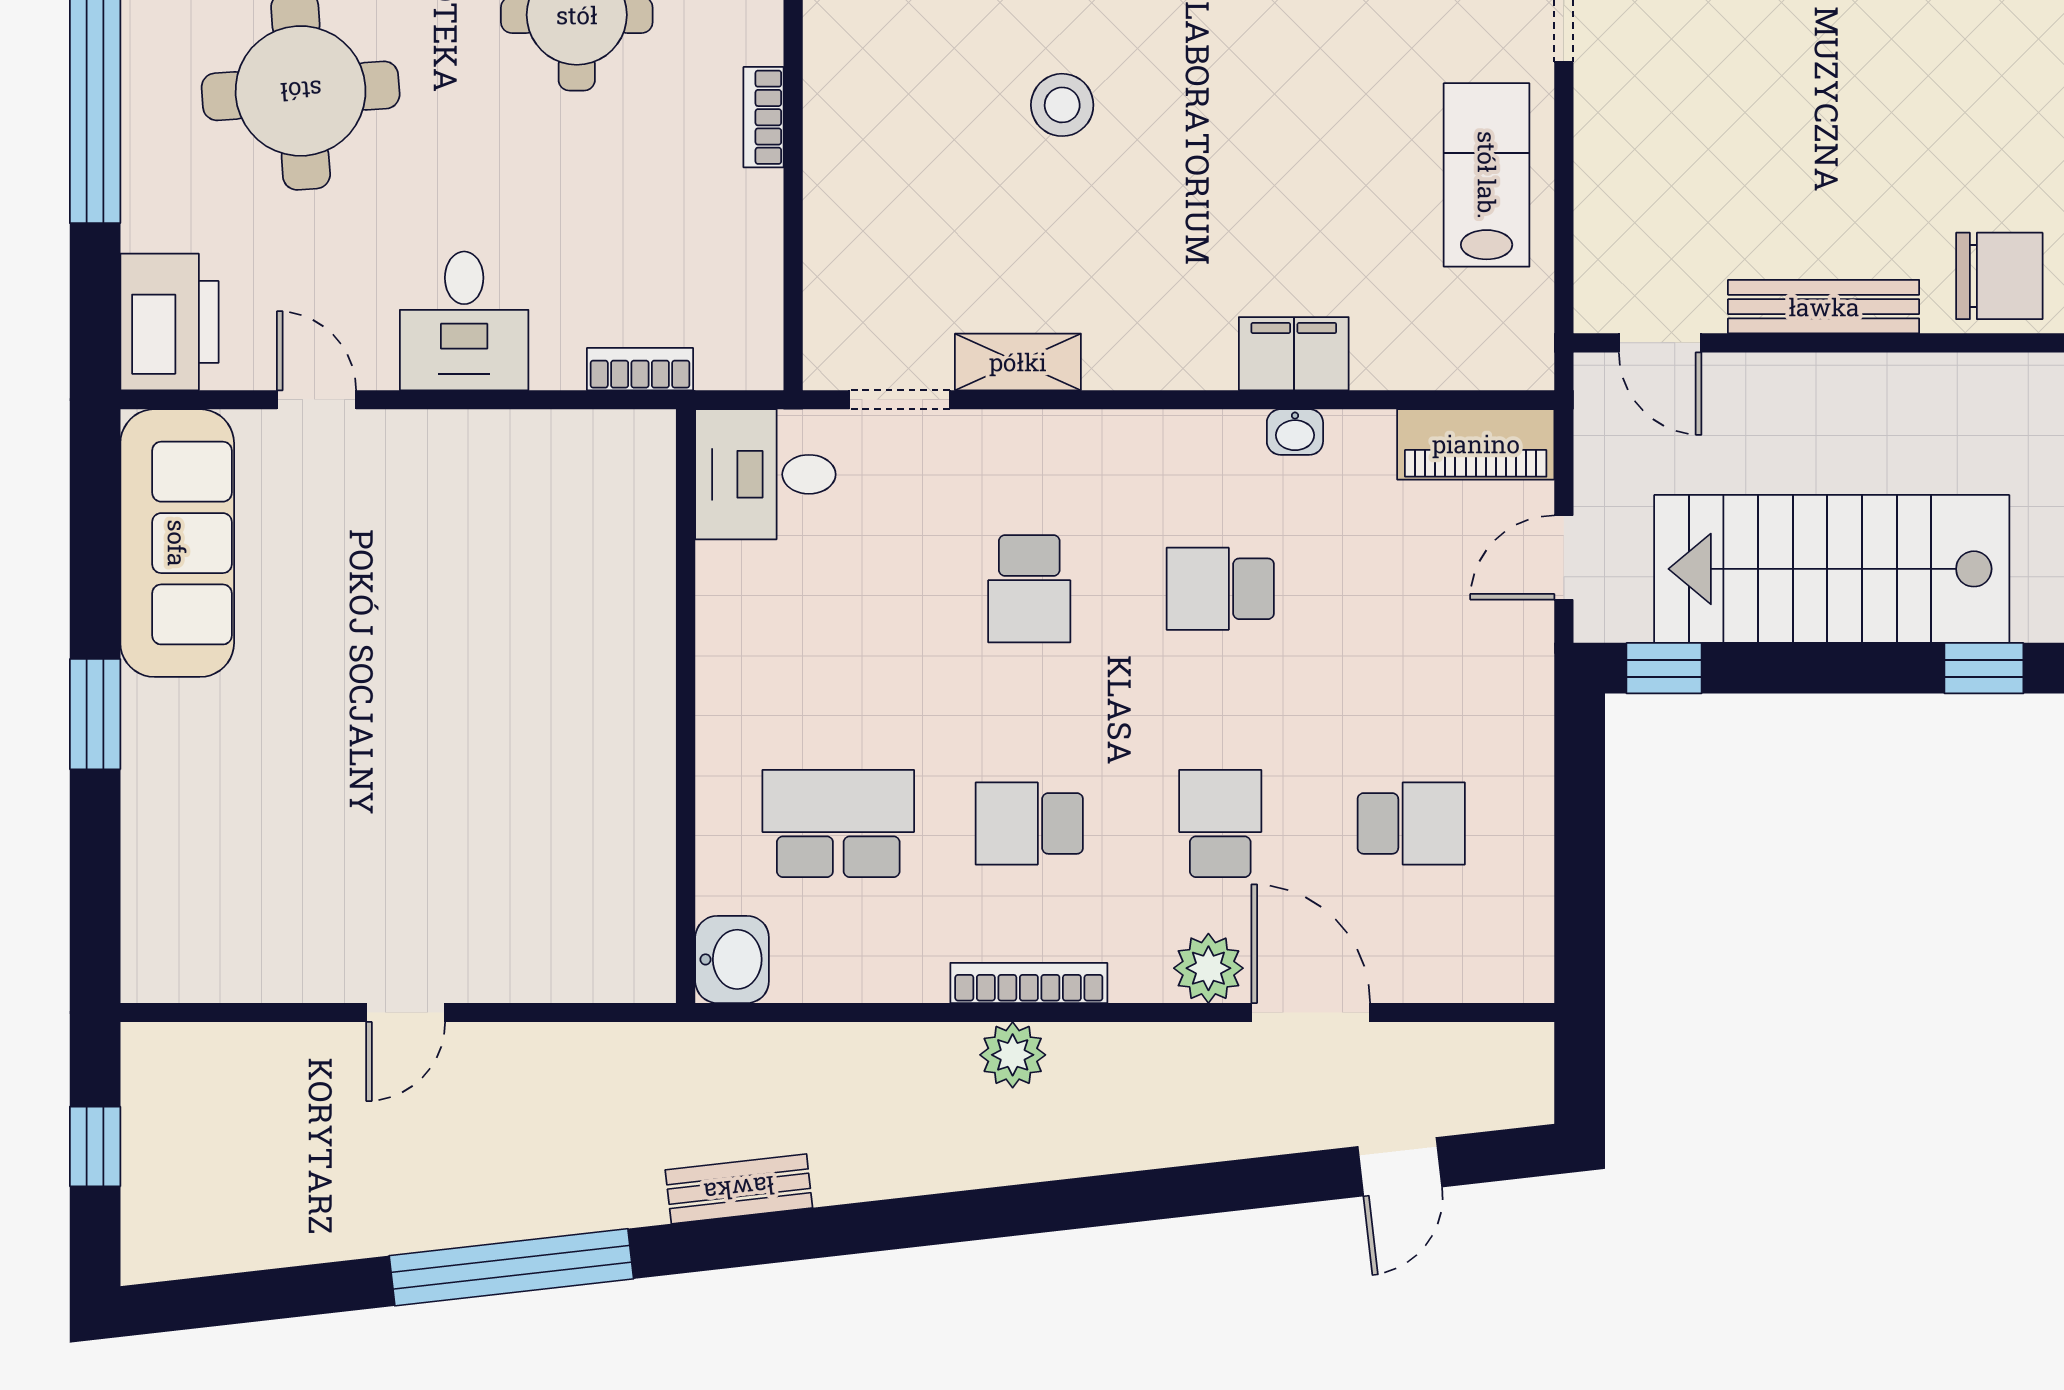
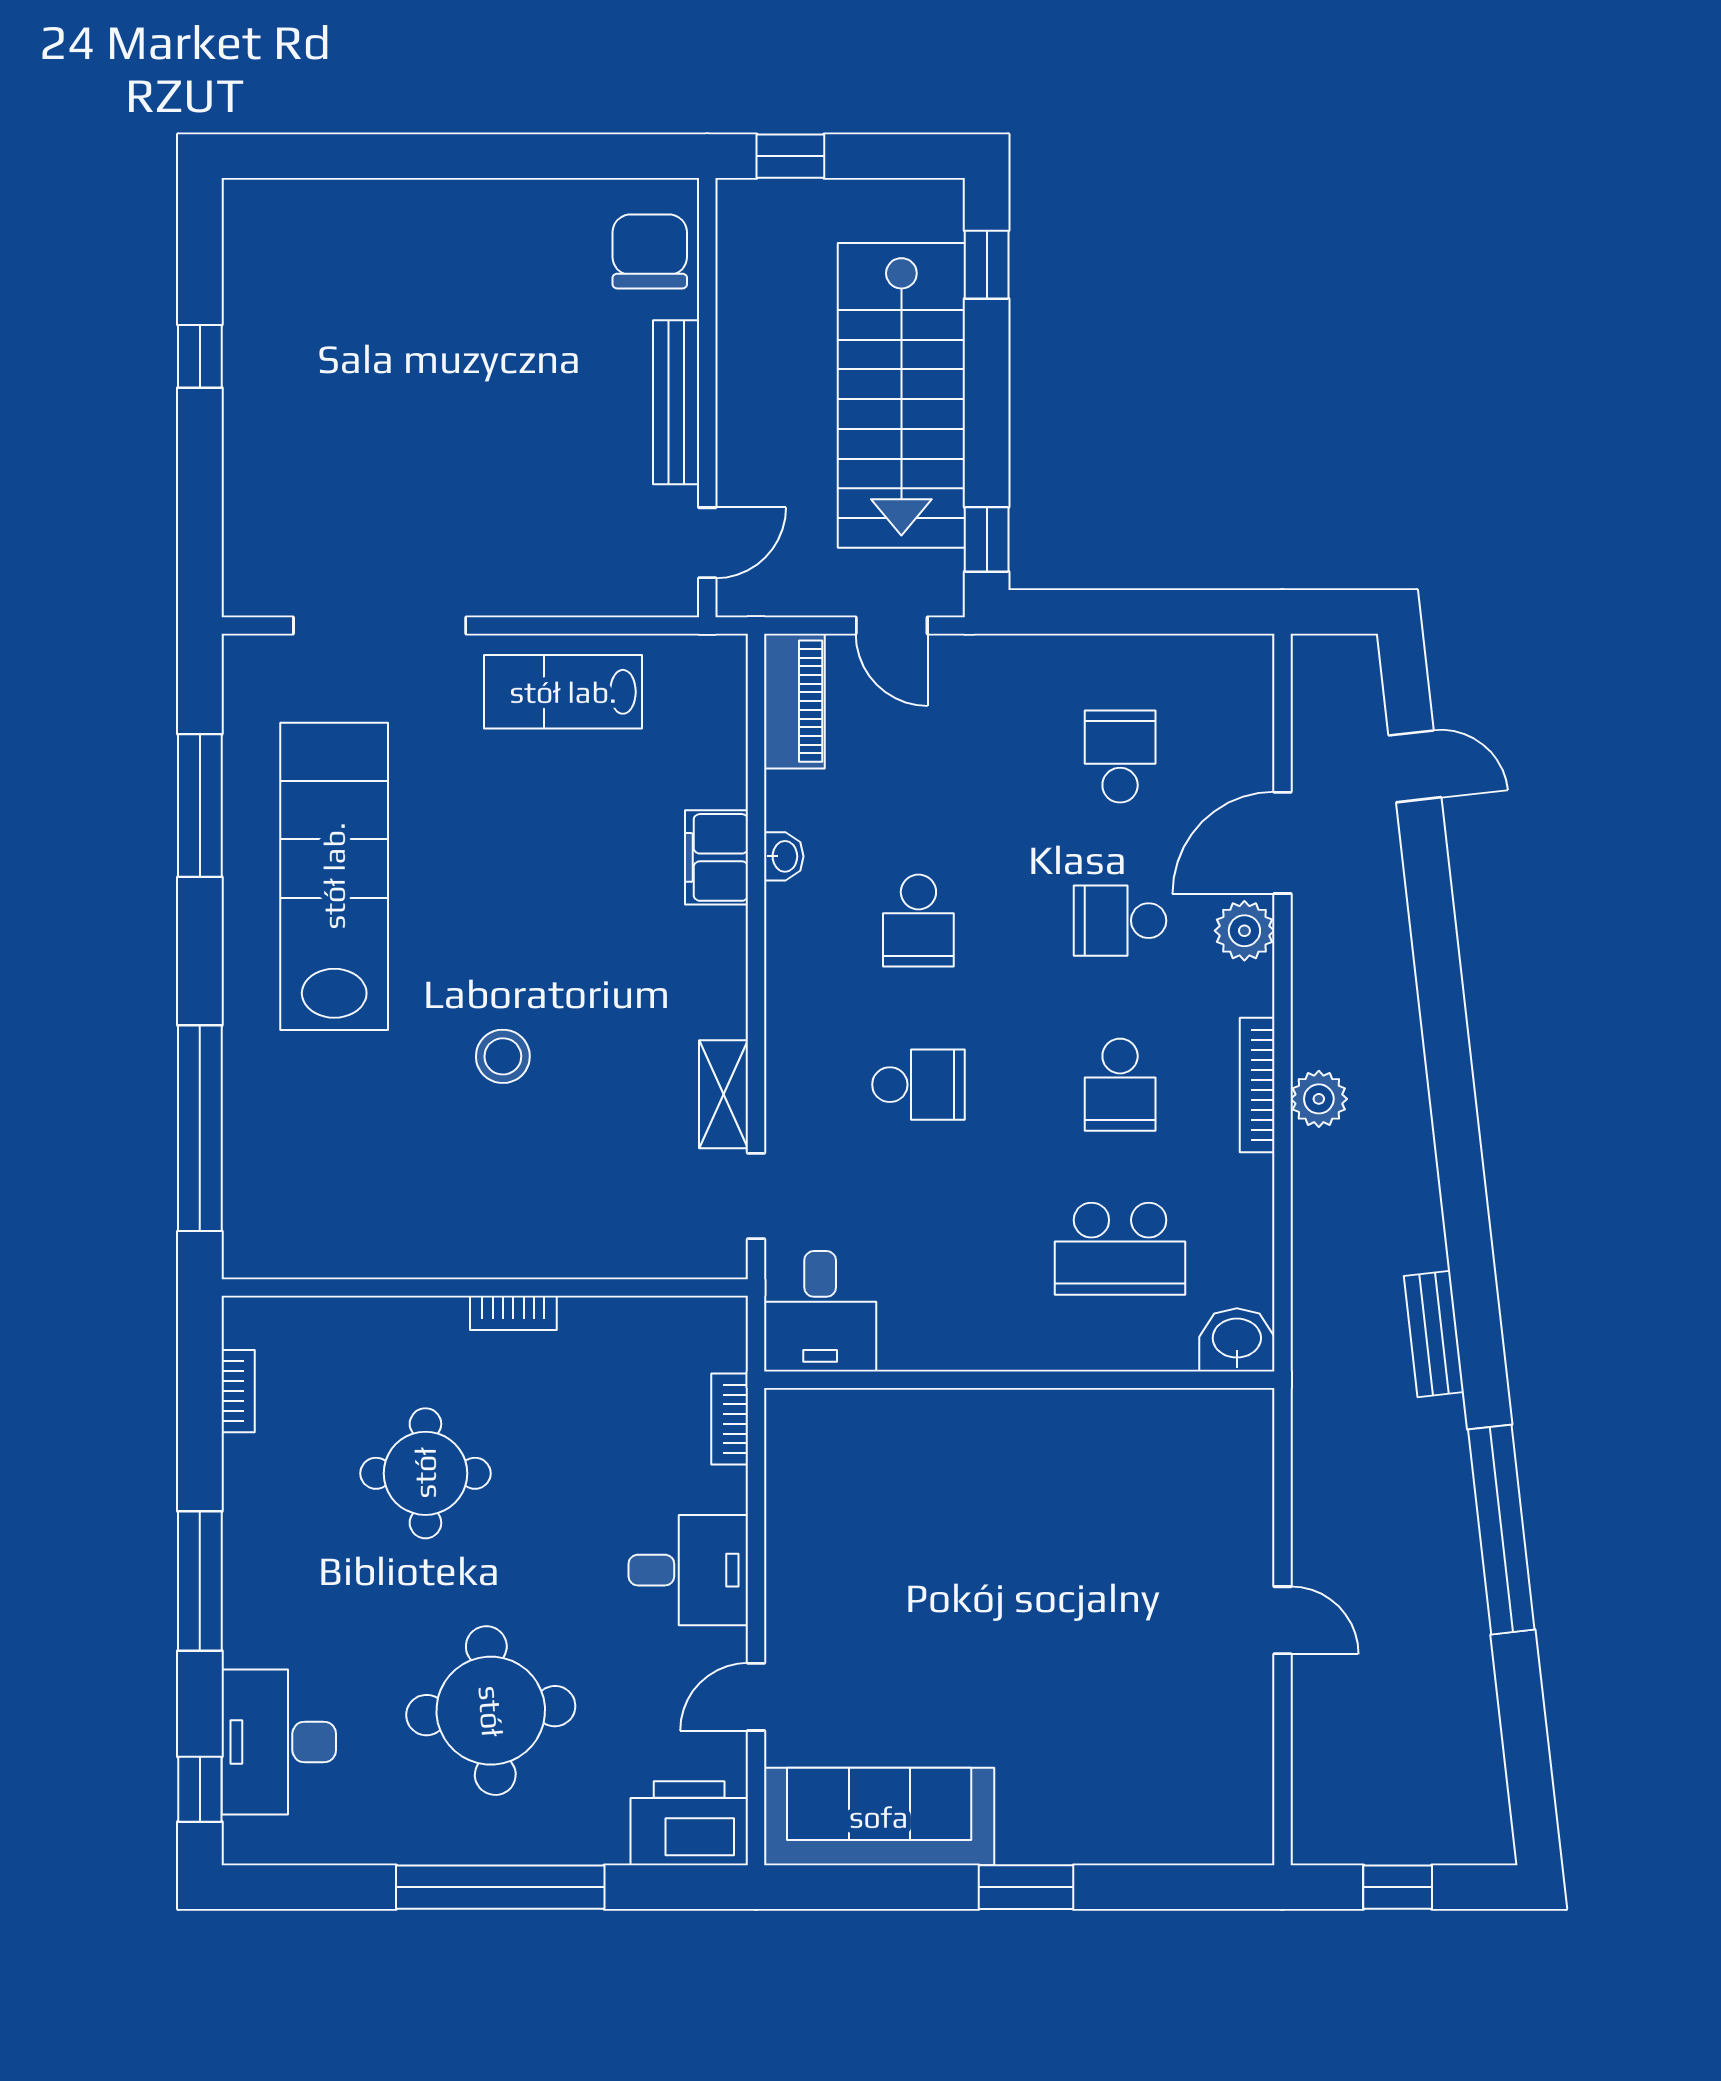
school desk: (838, 823) -> (1120, 1249), turned -90

